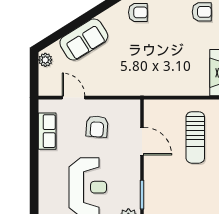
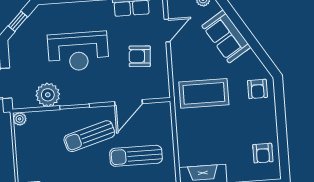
coffee table: (138, 66) -> (204, 93), added
sun lounger: (172, 182) -> (89, 136), added

